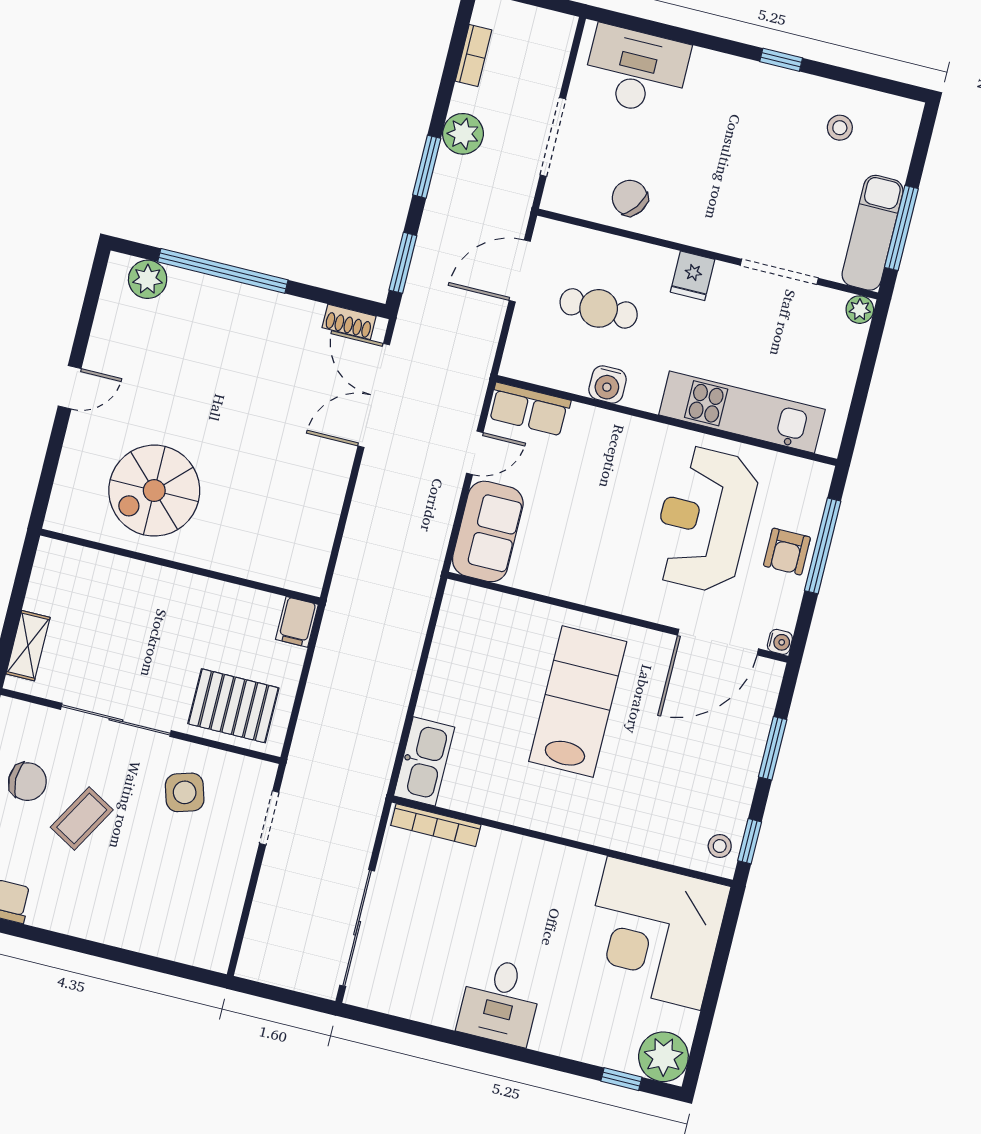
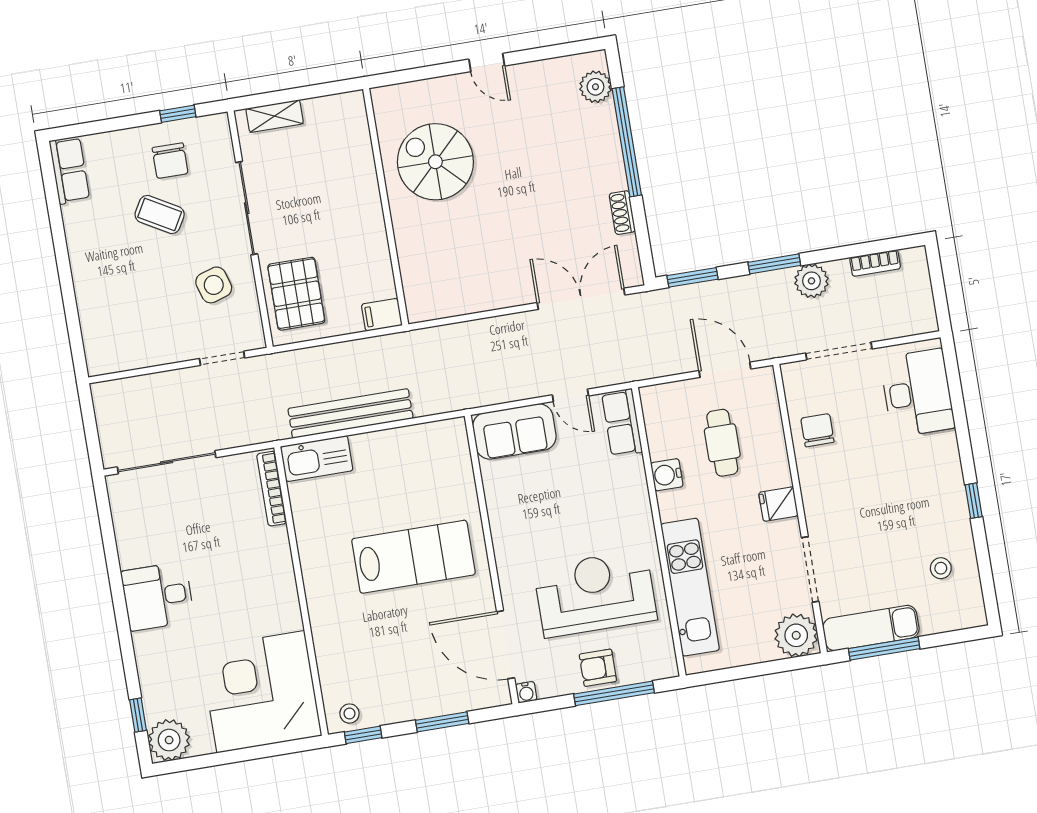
chair: (630, 198) -> (817, 430), turned -35
plant: (860, 310) -> (796, 635), width x1.88, depth x1.88
shoe rack: (349, 322) -> (622, 213), moved
bench: (391, 703) -> (350, 413), added

